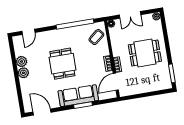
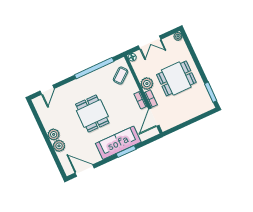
plant: (118, 50) -> (147, 84), added
plant: (22, 61) -> (59, 146), moved

